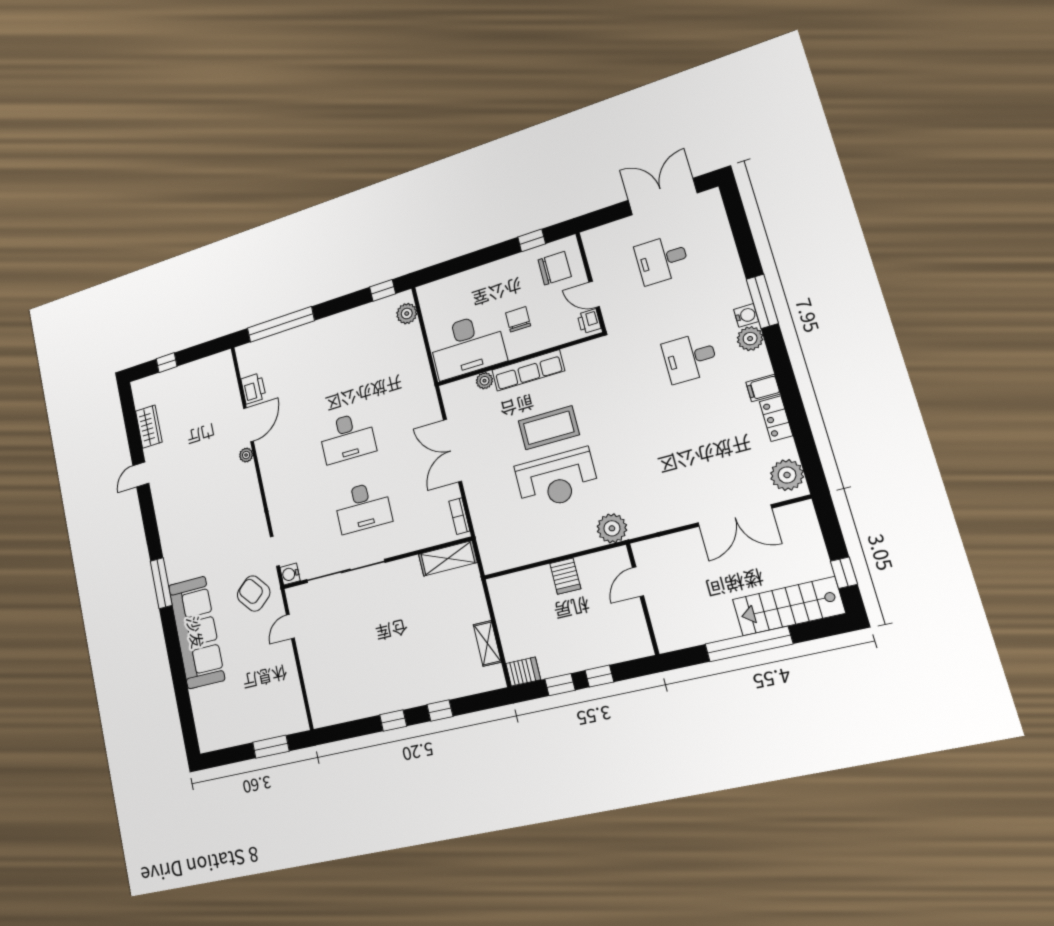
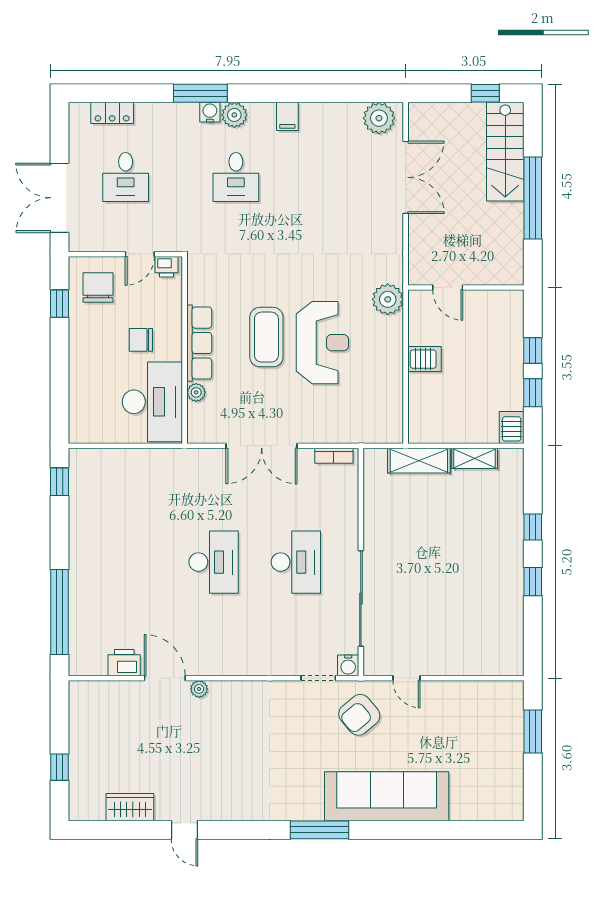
double door: (662, 197) -> (60, 198), moved
plant: (407, 314) -> (95, 460), removed
locker: (776, 419) -> (112, 113), moved
shelving: (448, 558) -> (419, 461), moved, turned 90

